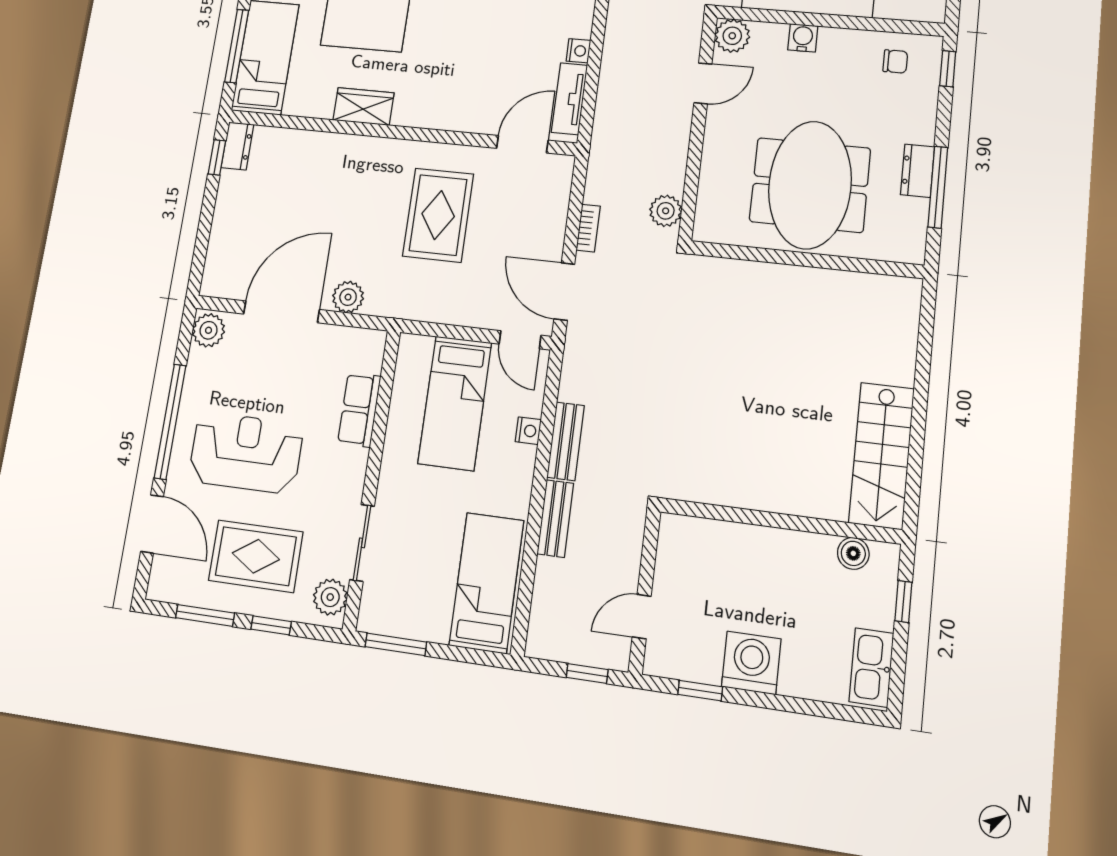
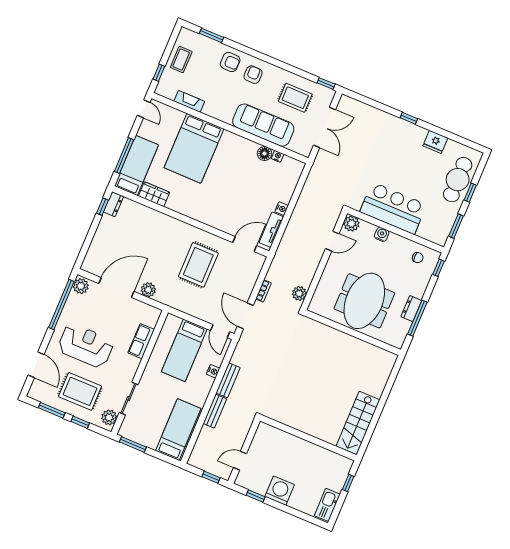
wardrobe: (363, 107) -> (154, 194), moved
window: (170, 422) -> (61, 305), moved
boiler: (853, 553) -> (334, 459), removed

